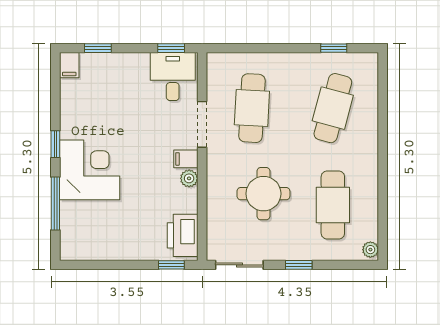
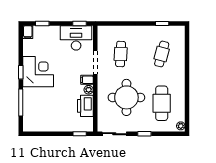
desk: (173, 77) -> (76, 38), width x1.37
cafe table: (252, 108) -> (121, 54), width x0.73, depth x0.74
cafe table: (333, 108) -> (162, 54), width x0.73, depth x0.74
corner desk: (90, 170) -> (38, 72), moved
round table: (263, 194) -> (126, 97), width x1.36, depth x1.36
printer: (183, 235) -> (85, 106), moved

